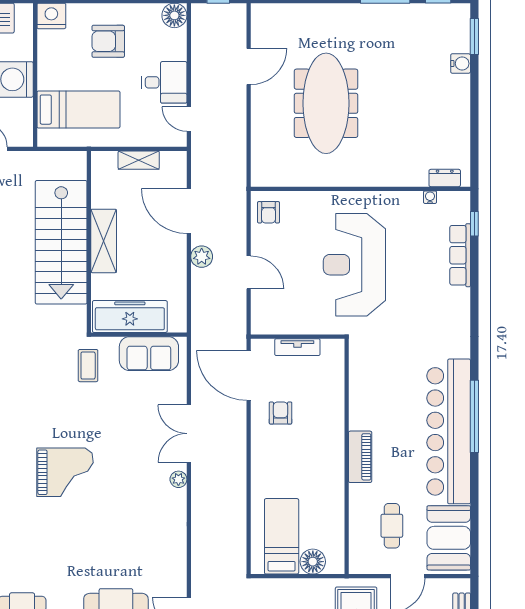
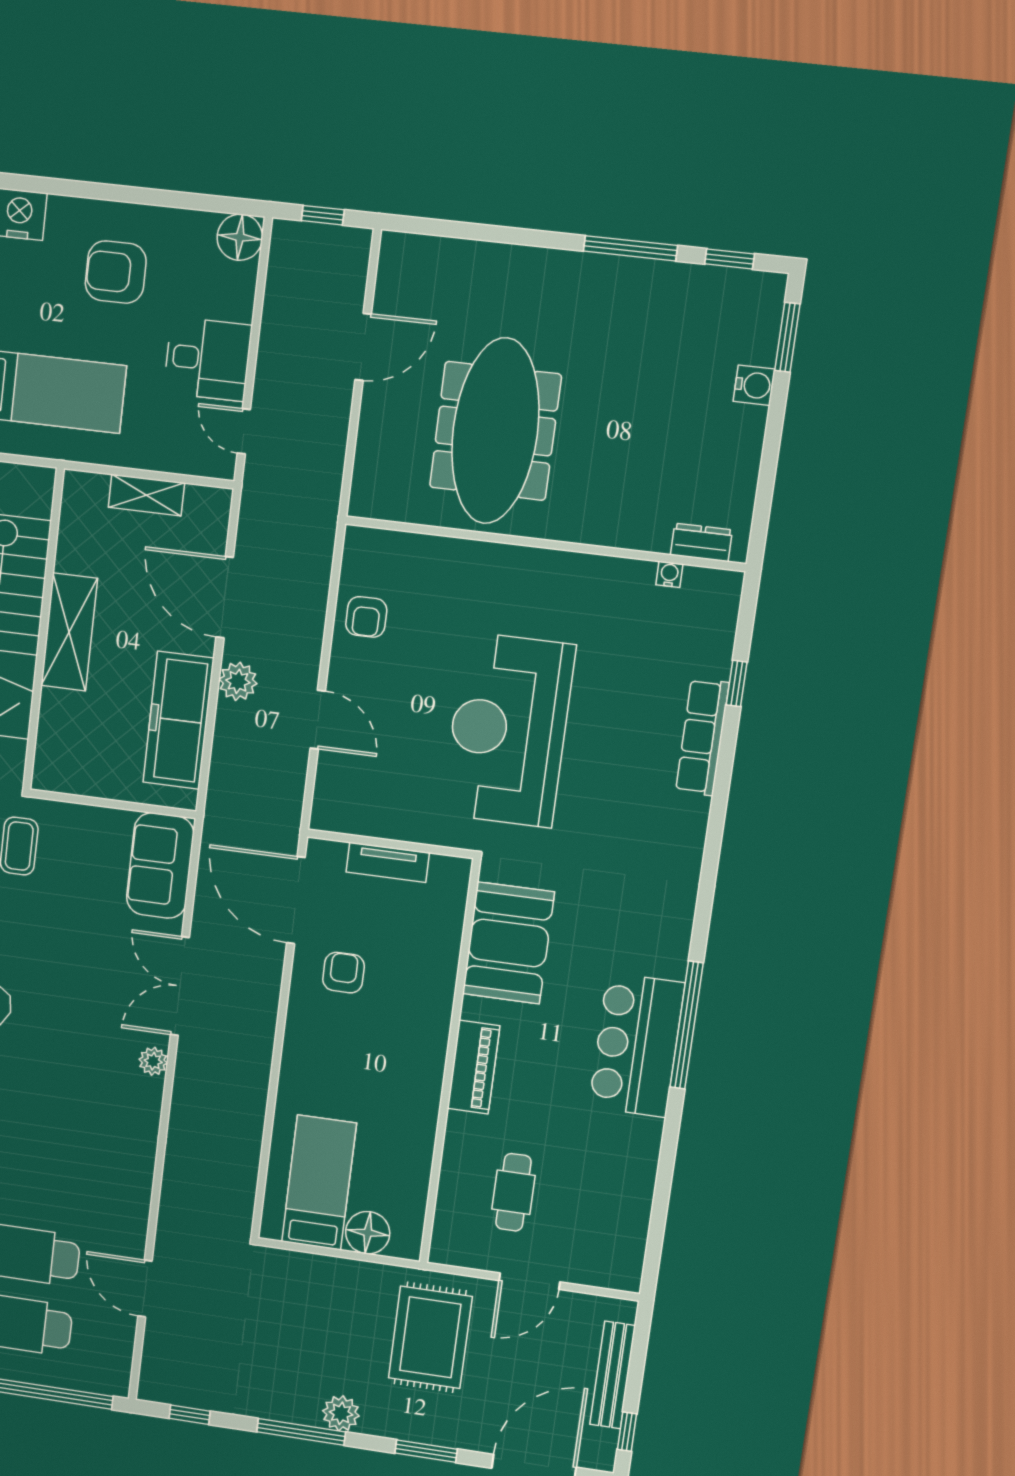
dresser: (445, 178) -> (701, 542), moved
wall: (361, 189) -> (544, 544), moved
water cooler: (430, 197) -> (669, 574), moved
freezer: (130, 317) -> (178, 720), moved, turned -90
sofa: (149, 354) -> (160, 866), moved, turned 90
bar counter: (449, 431) -> (637, 1045), width x0.54
booth: (449, 538) -> (508, 943), moved

